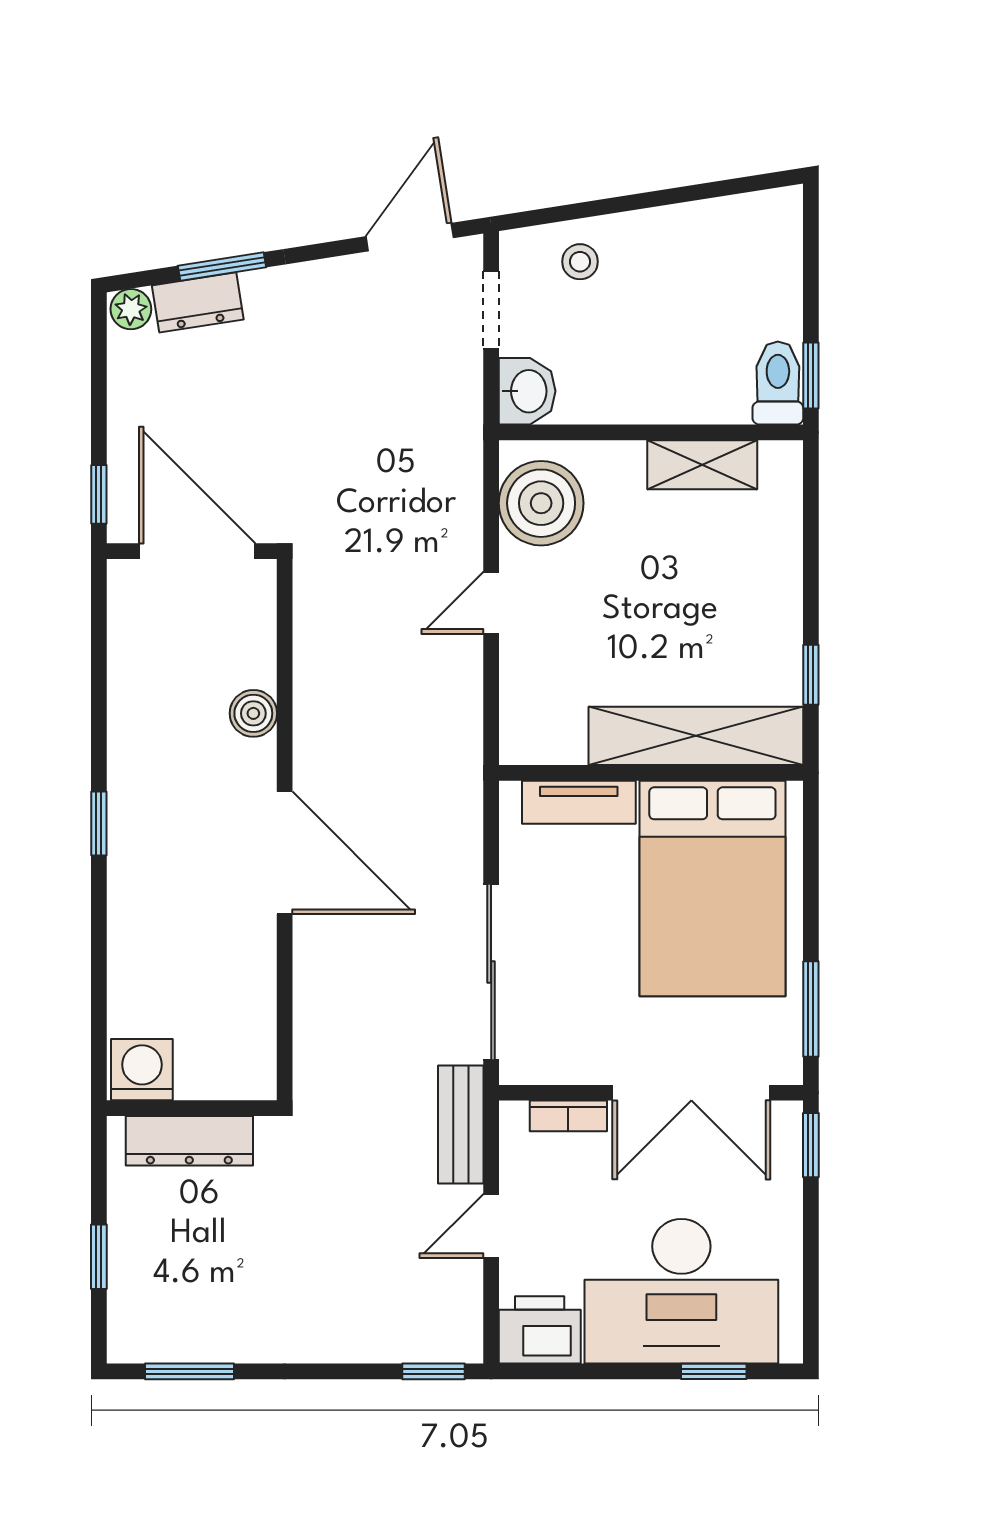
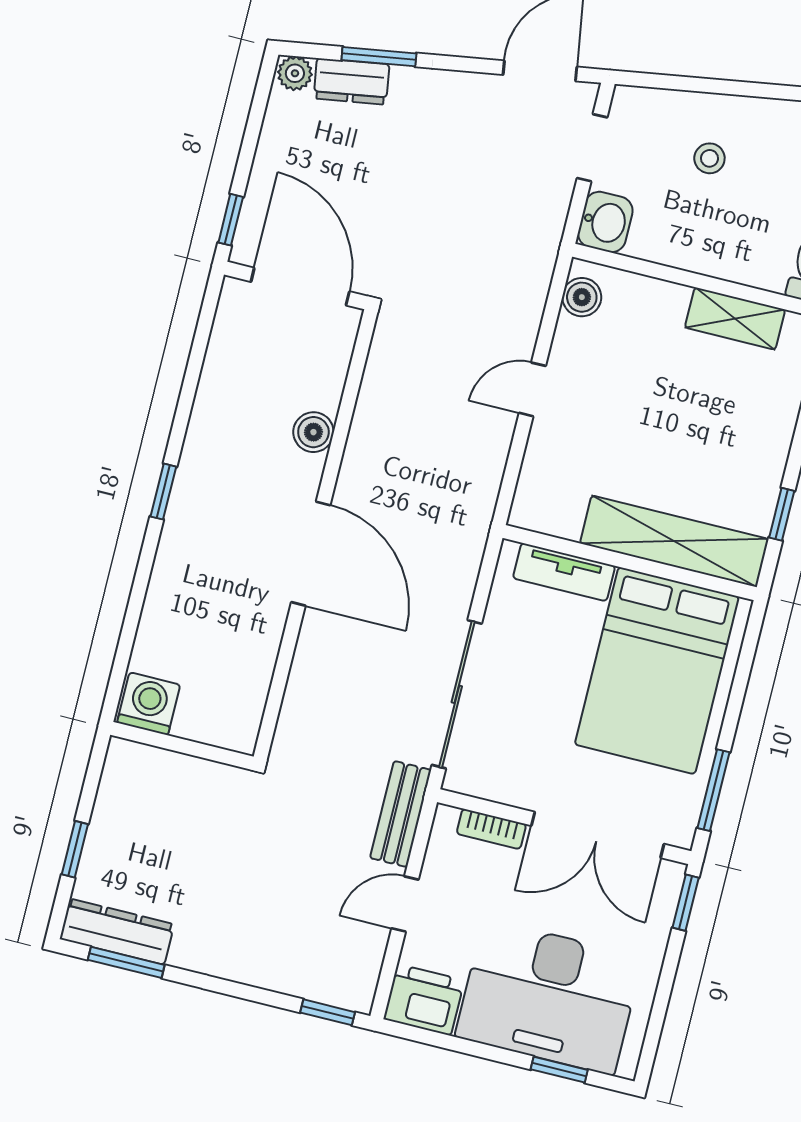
stool: (580, 262) -> (709, 158), moved
boiler: (541, 503) -> (582, 297), width x0.54, depth x0.54
dresser: (189, 1141) -> (117, 932), moved, turned 180

